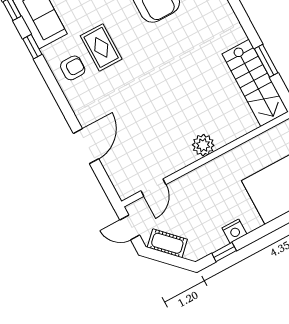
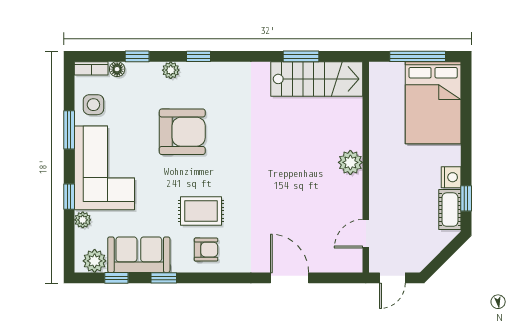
armchair: (73, 68) -> (206, 250), turned 90
door: (153, 188) -> (366, 234), swing flipped
cot: (167, 243) -> (450, 210), moved, turned -45

